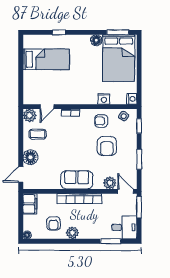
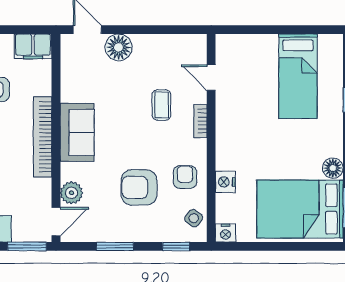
plant: (30, 115) -> (195, 46), removed
coffee table: (38, 134) -> (161, 105), moved

